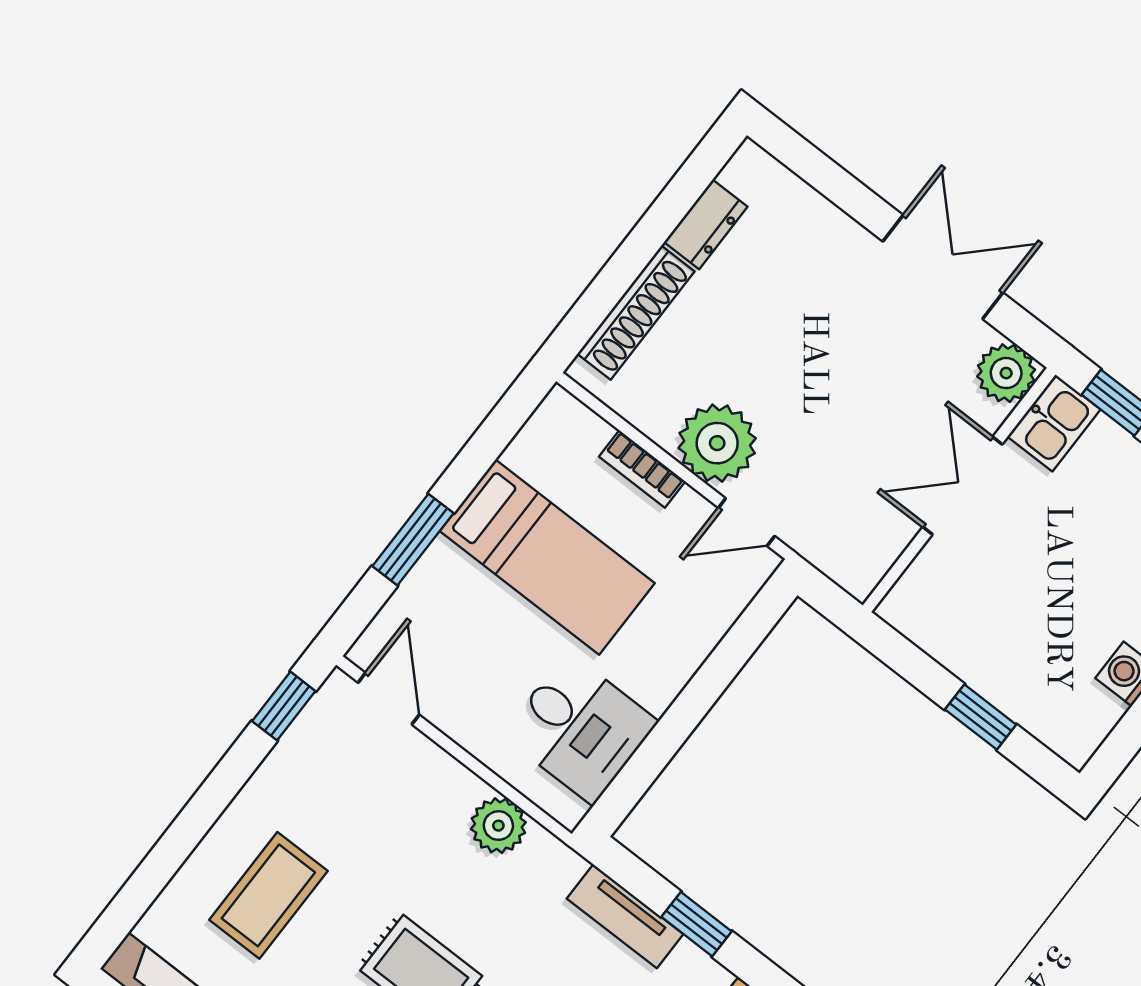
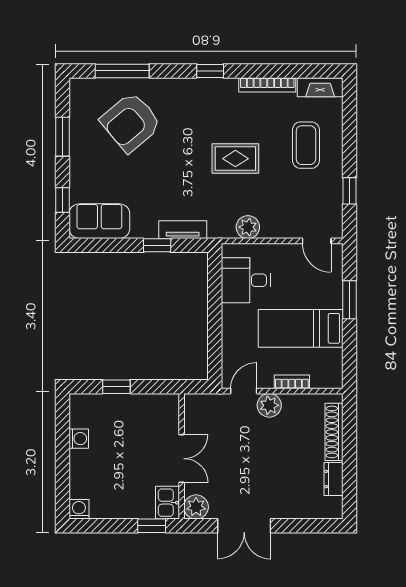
plant: (717, 443) -> (269, 405), width x0.73, depth x0.73
window: (284, 706) -> (349, 191), moved

